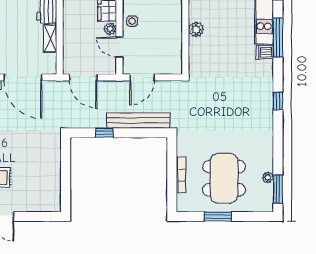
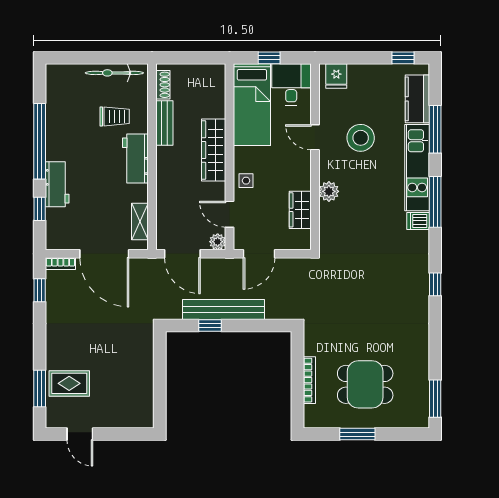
plant: (110, 29) -> (218, 242), moved
shelving: (50, 38) -> (140, 221), moved
wardrobe: (174, 44) -> (300, 210), added
bench: (138, 120) -> (223, 309), moved
plant: (268, 177) -> (422, 383), removed
dining table: (224, 178) -> (365, 384), width x0.73

